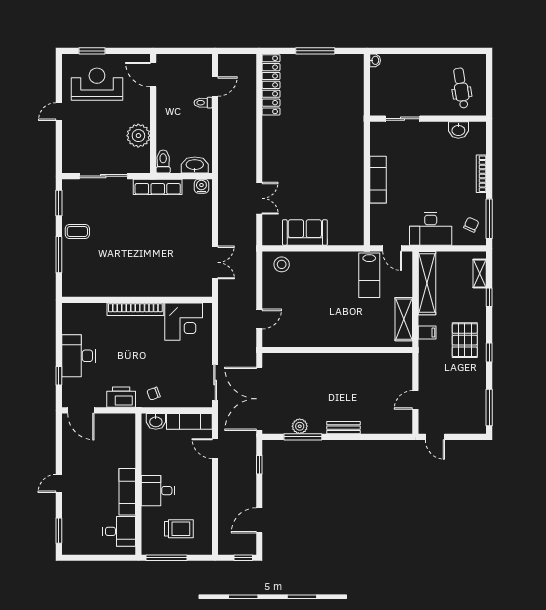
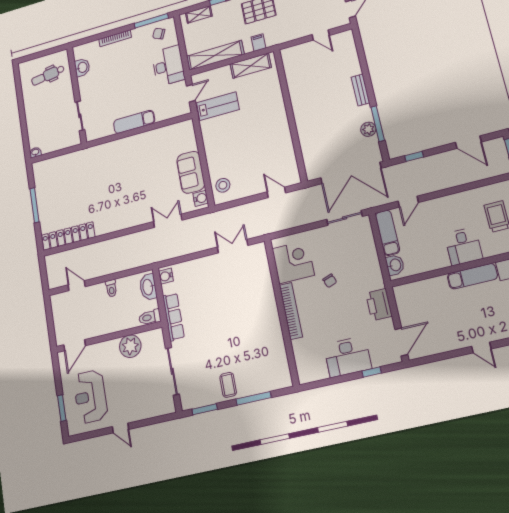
toilet: (203, 103) -> (111, 288), moved
water cooler: (274, 238) -> (201, 198), added
chair: (154, 394) -> (330, 281), moved

